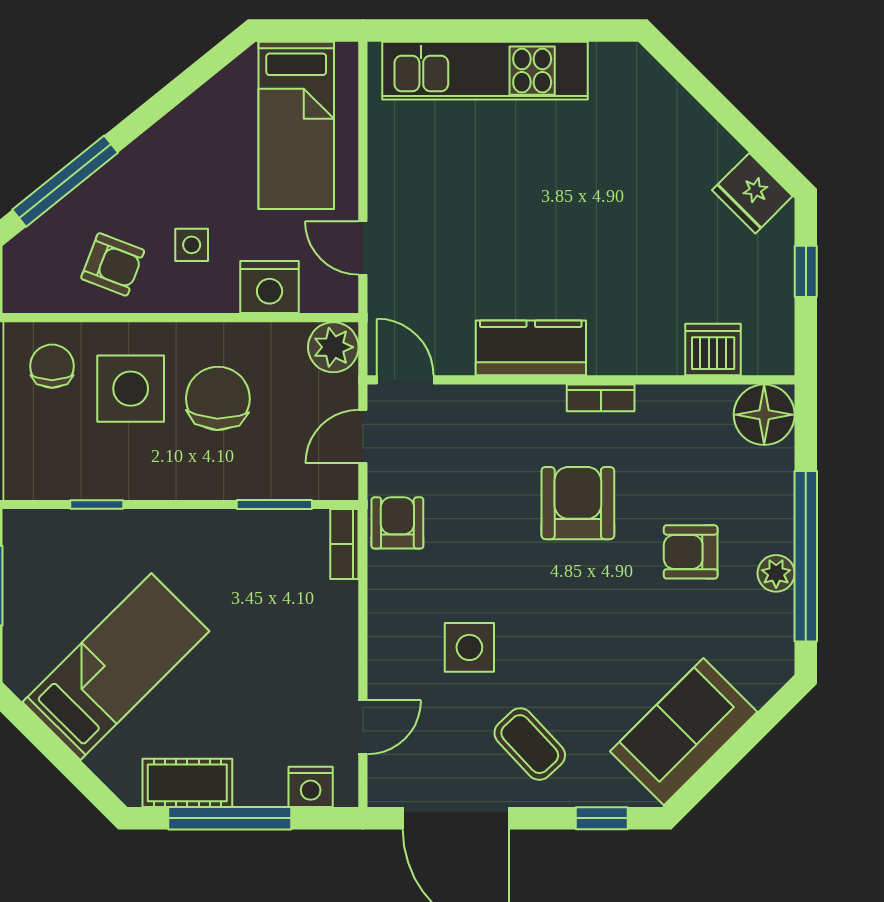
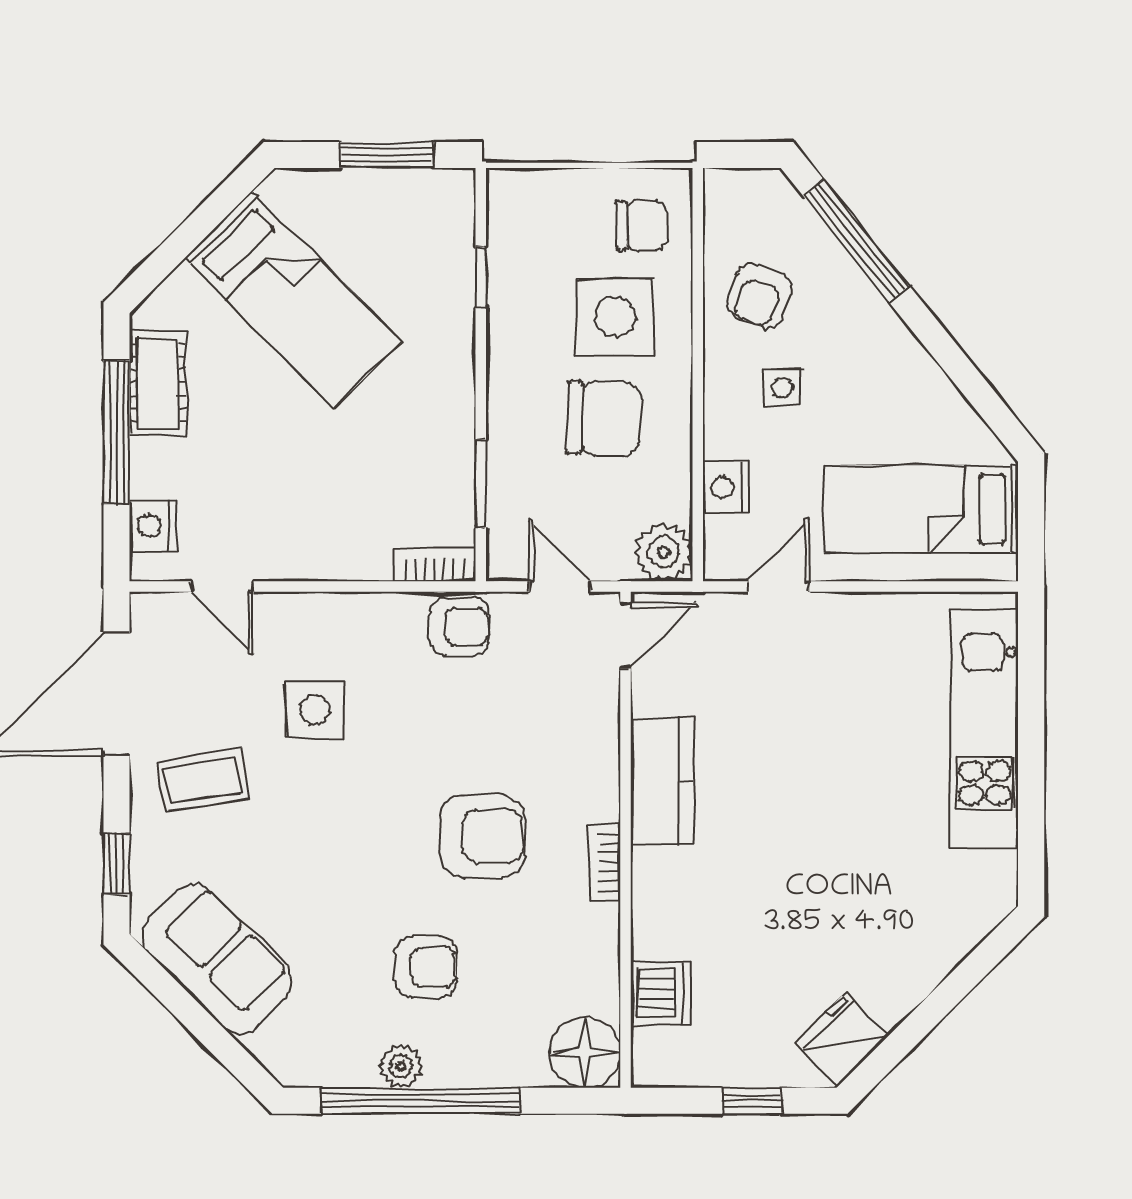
nightstand: (270, 287) -> (726, 487), width x0.74, depth x0.75
armchair: (691, 552) -> (426, 967), turned 90
coffee table: (530, 744) -> (203, 780), turned 33

